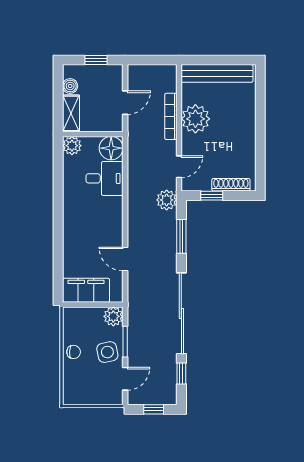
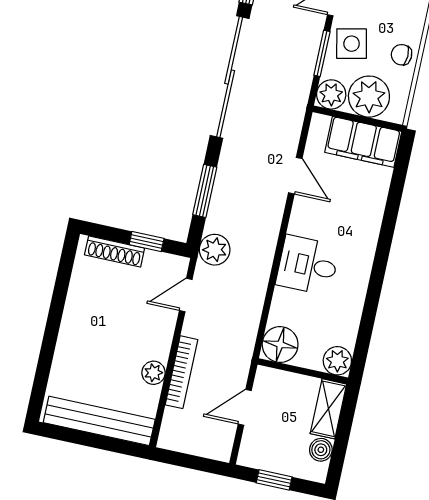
plant: (195, 119) -> (154, 373), width x0.53, depth x0.53
desk: (105, 178) -> (308, 265), moved
plant: (89, 320) -> (369, 97), added

